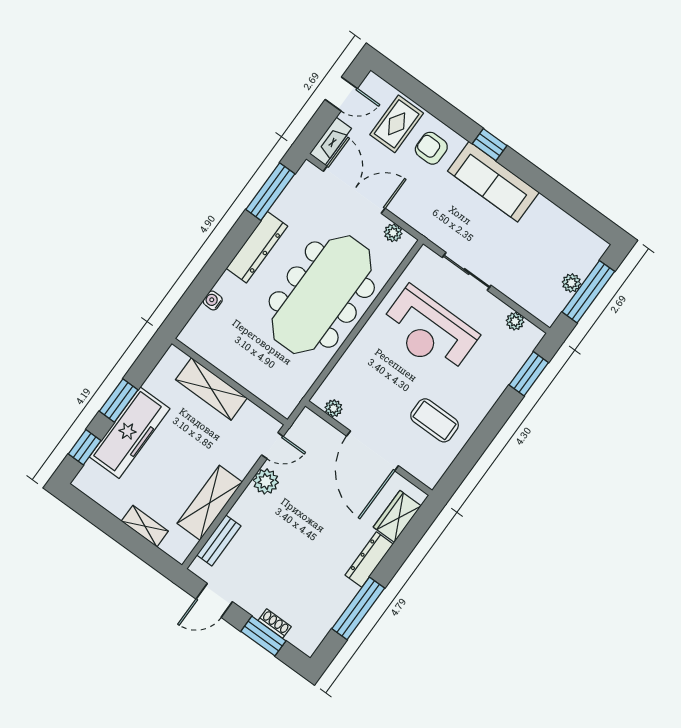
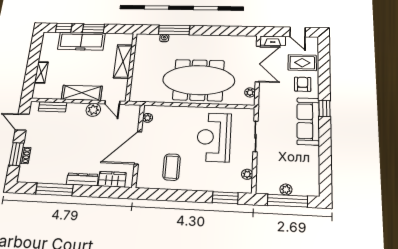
window: (270, 192) -> (174, 30), moved
dresser: (257, 247) -> (201, 41), removed
shelving: (210, 503) -> (82, 93), moved

